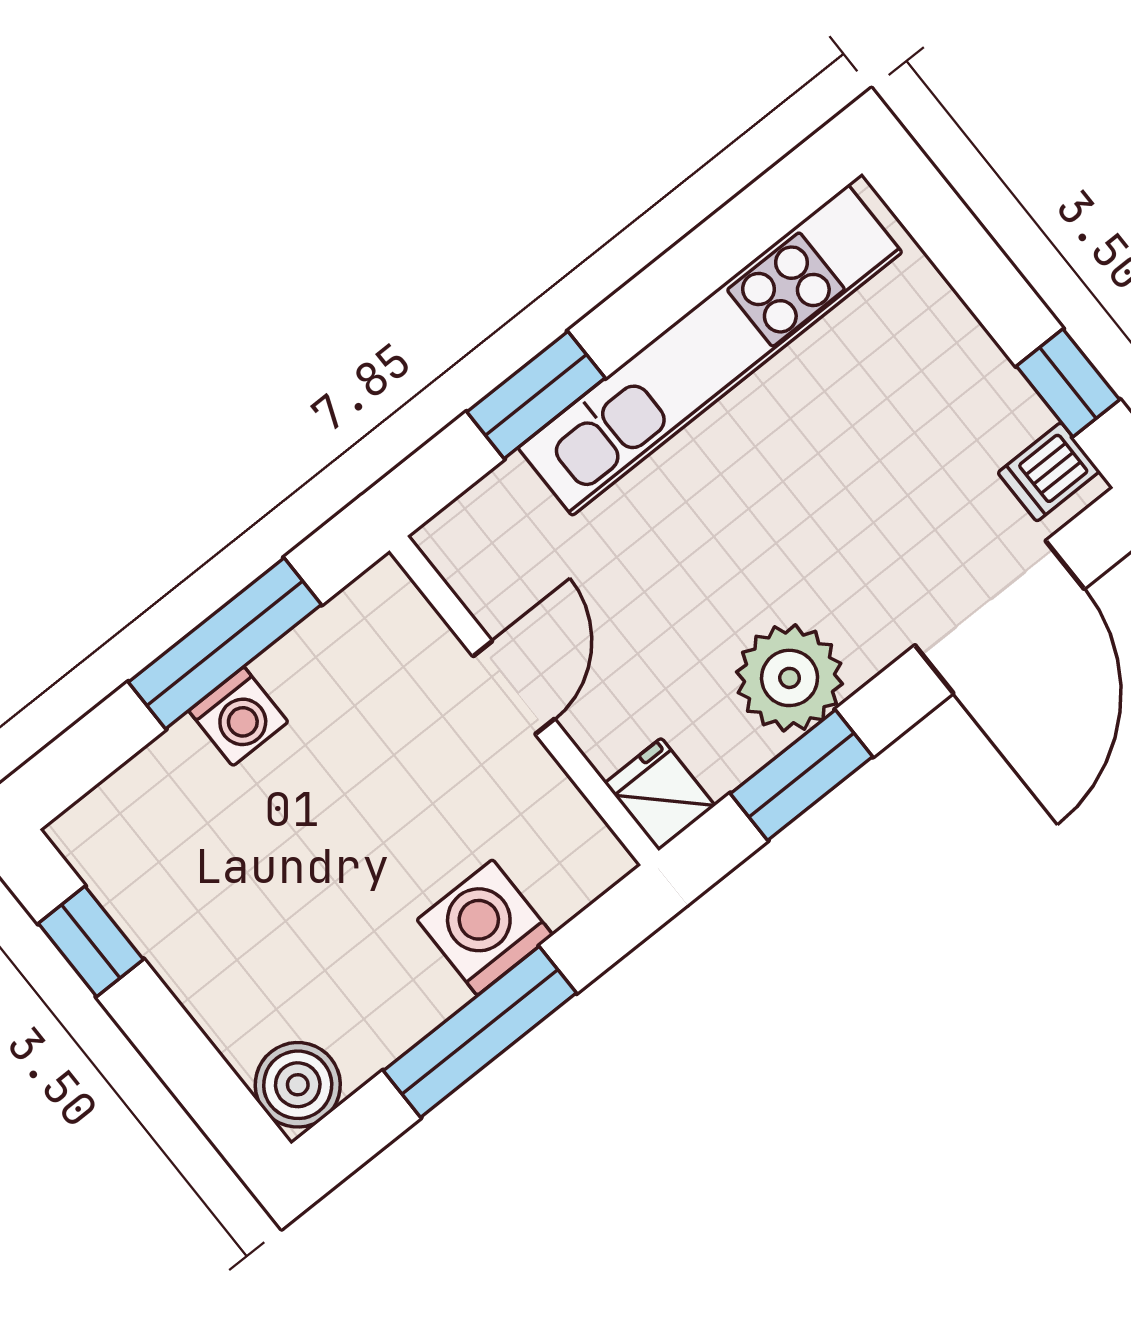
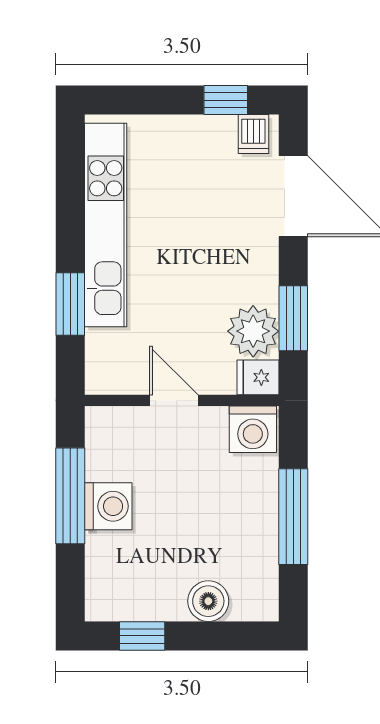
plant: (790, 678) -> (253, 331), moved
washing machine: (238, 716) -> (108, 506), width x1.38, depth x1.38
washing machine: (485, 927) -> (253, 429), moved, turned -90
boiler: (298, 1085) -> (208, 601), moved

